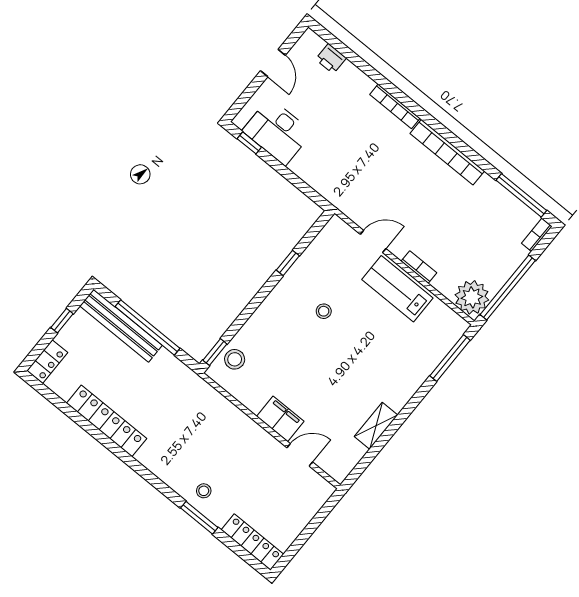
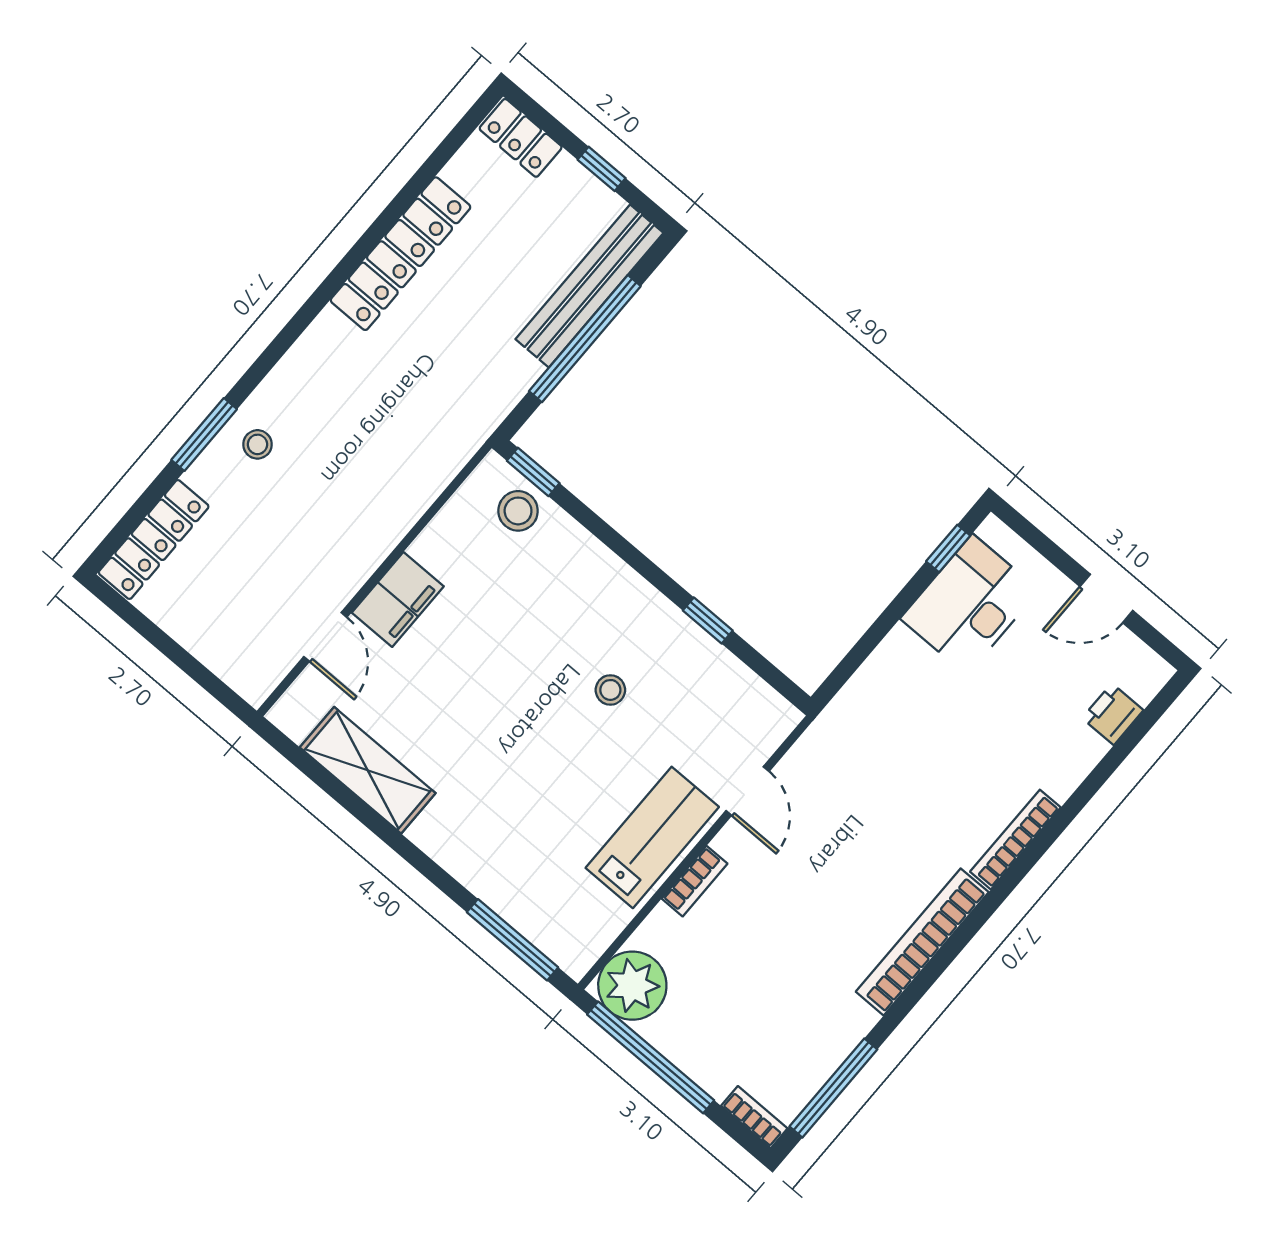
shelving: (376, 426) -> (368, 770), width x1.50, depth x1.33

